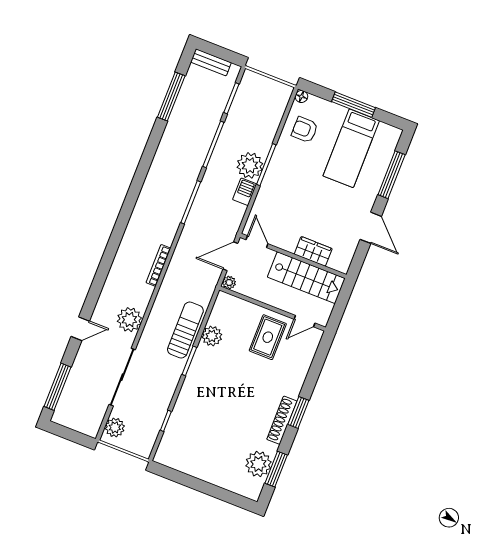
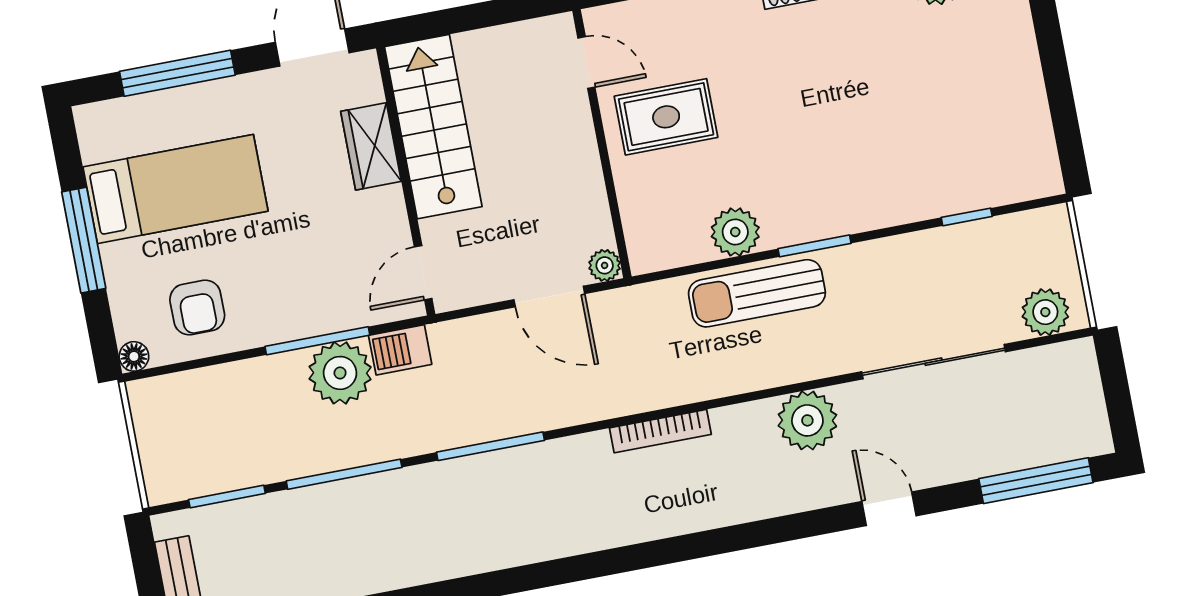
door: (257, 242) -> (423, 273), moved
wardrobe: (313, 251) -> (371, 146), moved
wall: (293, 256) -> (406, 181), moved
stairs: (306, 278) -> (433, 127), moved

